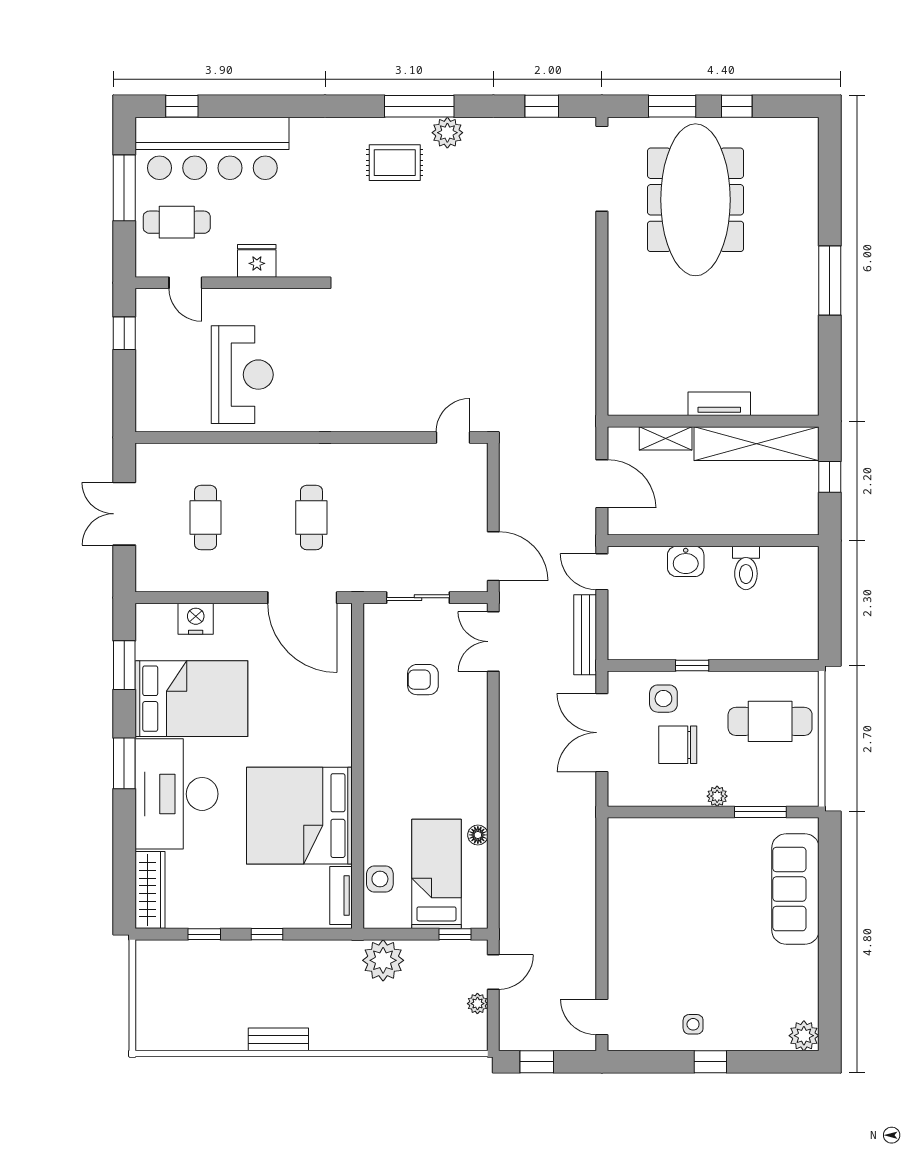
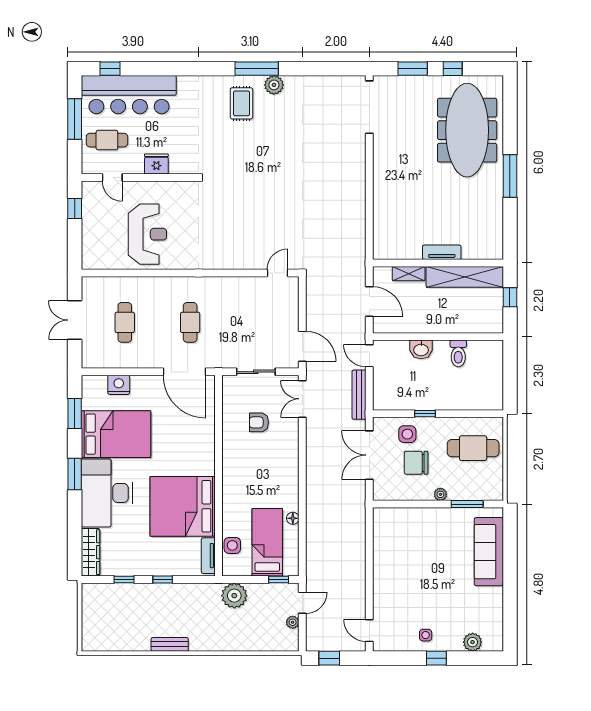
window: (542, 106) -> (332, 69), removed
rug: (395, 163) -> (241, 103), turned 90
meeting table: (695, 200) -> (467, 130), moved
plant: (804, 1036) -> (473, 642), moved

